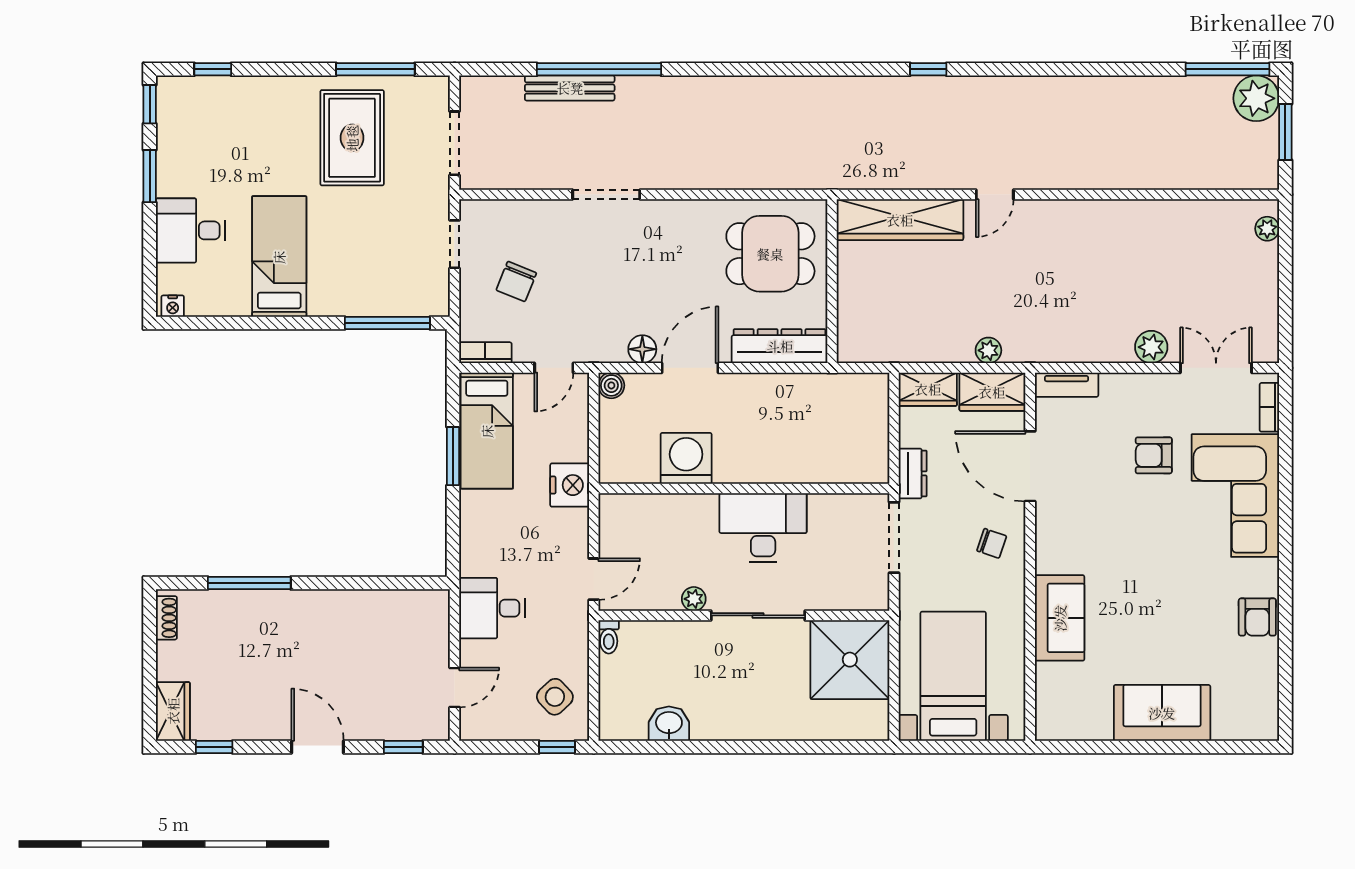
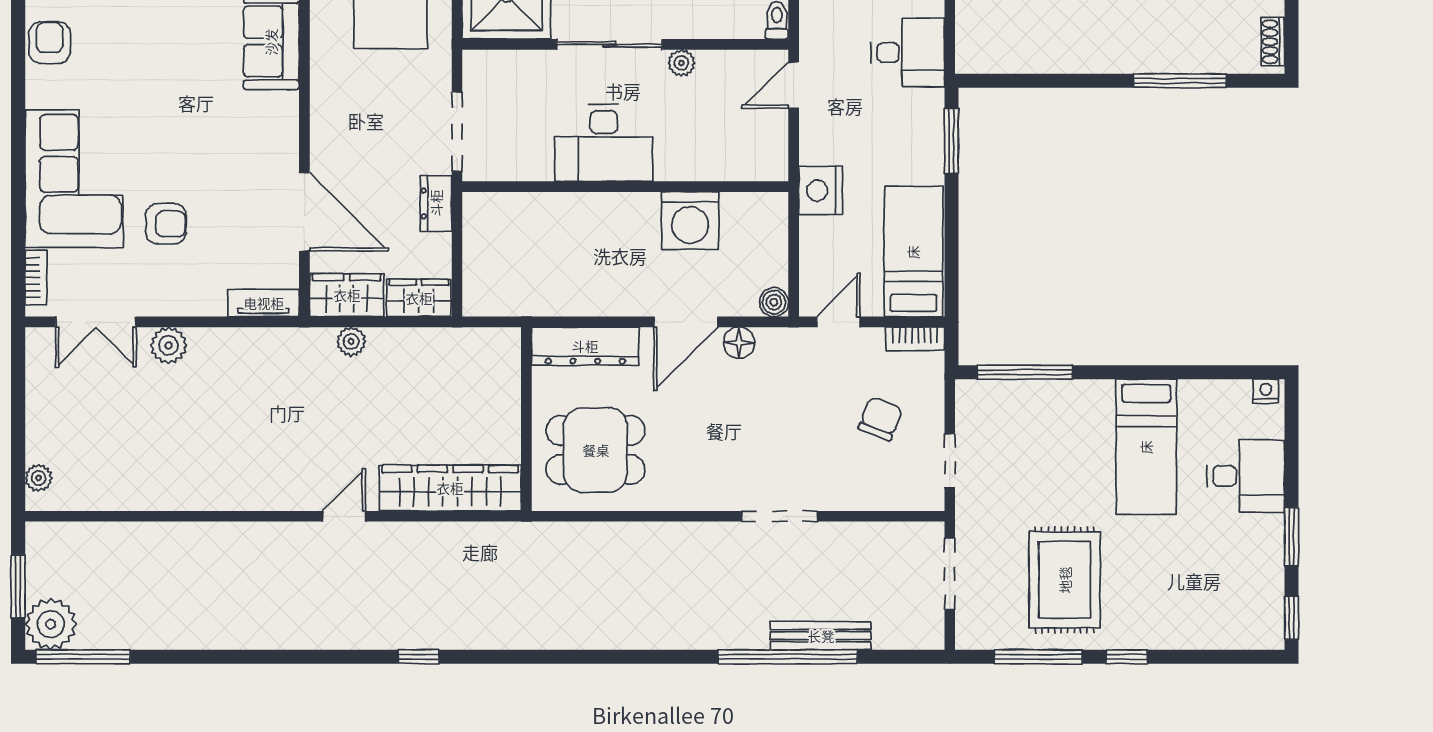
window: (213, 69) -> (1127, 657), moved
window: (453, 456) -> (951, 141), moved
chair: (992, 543) -> (347, 125), removed

